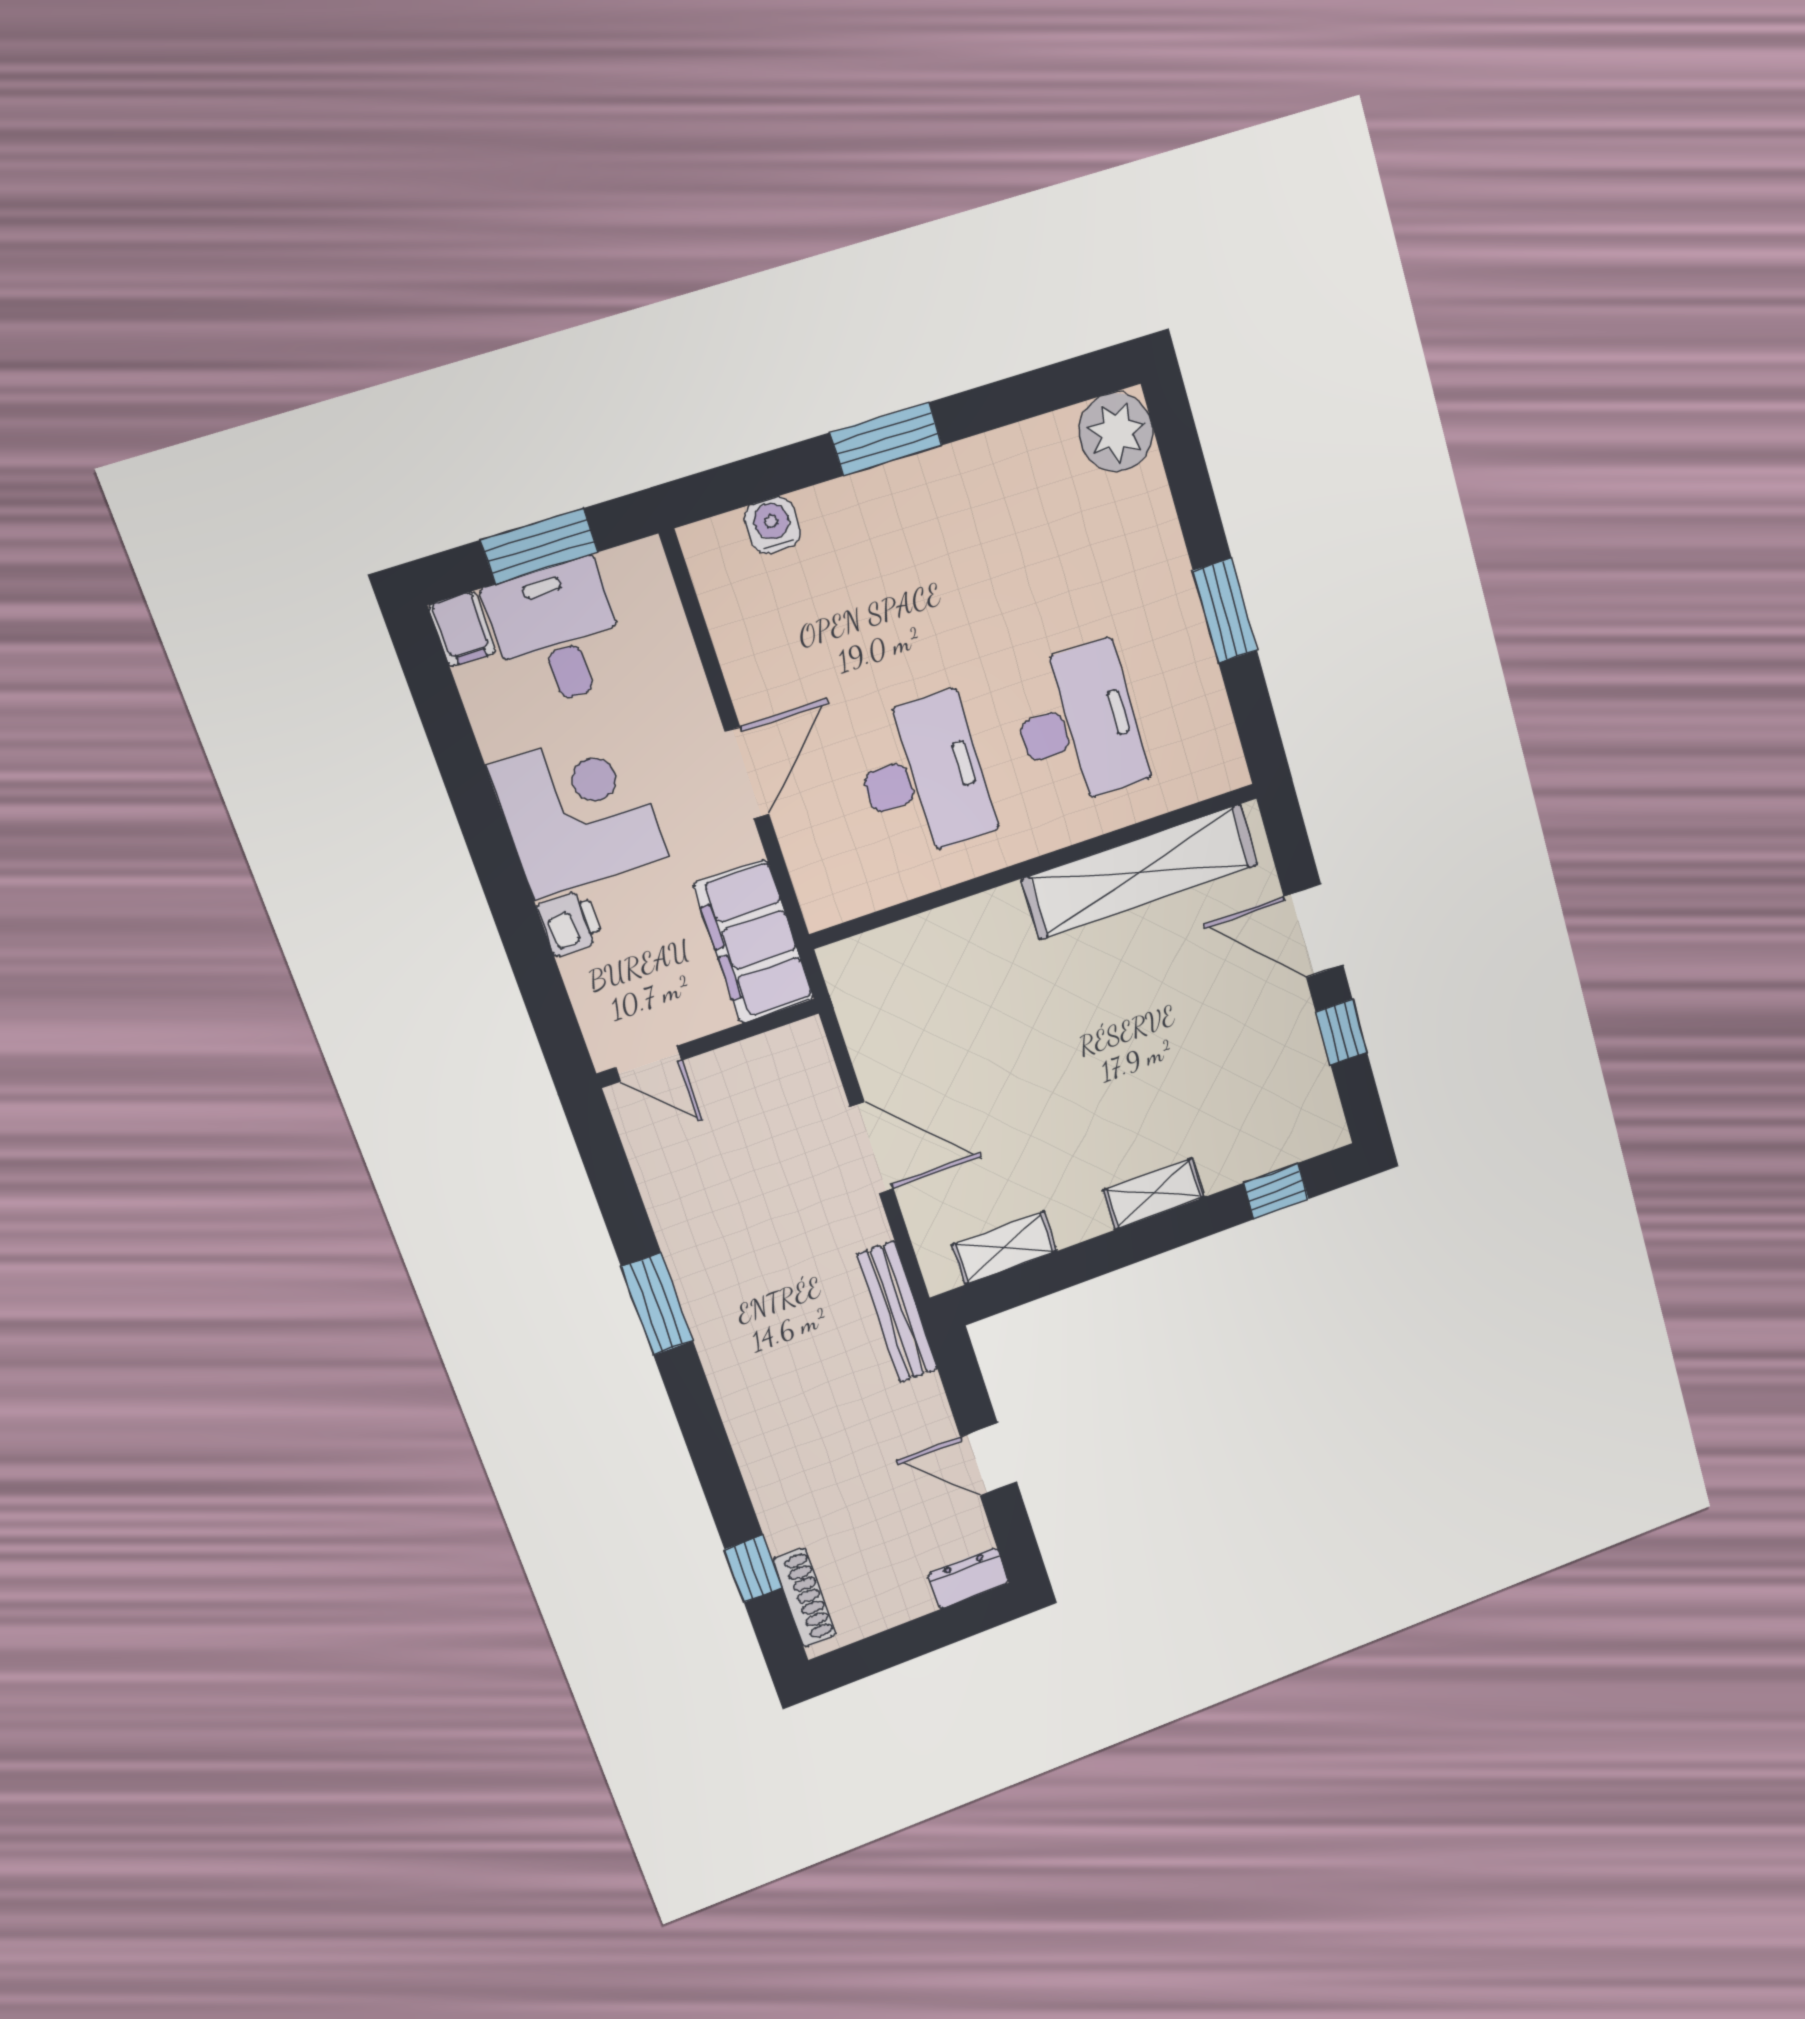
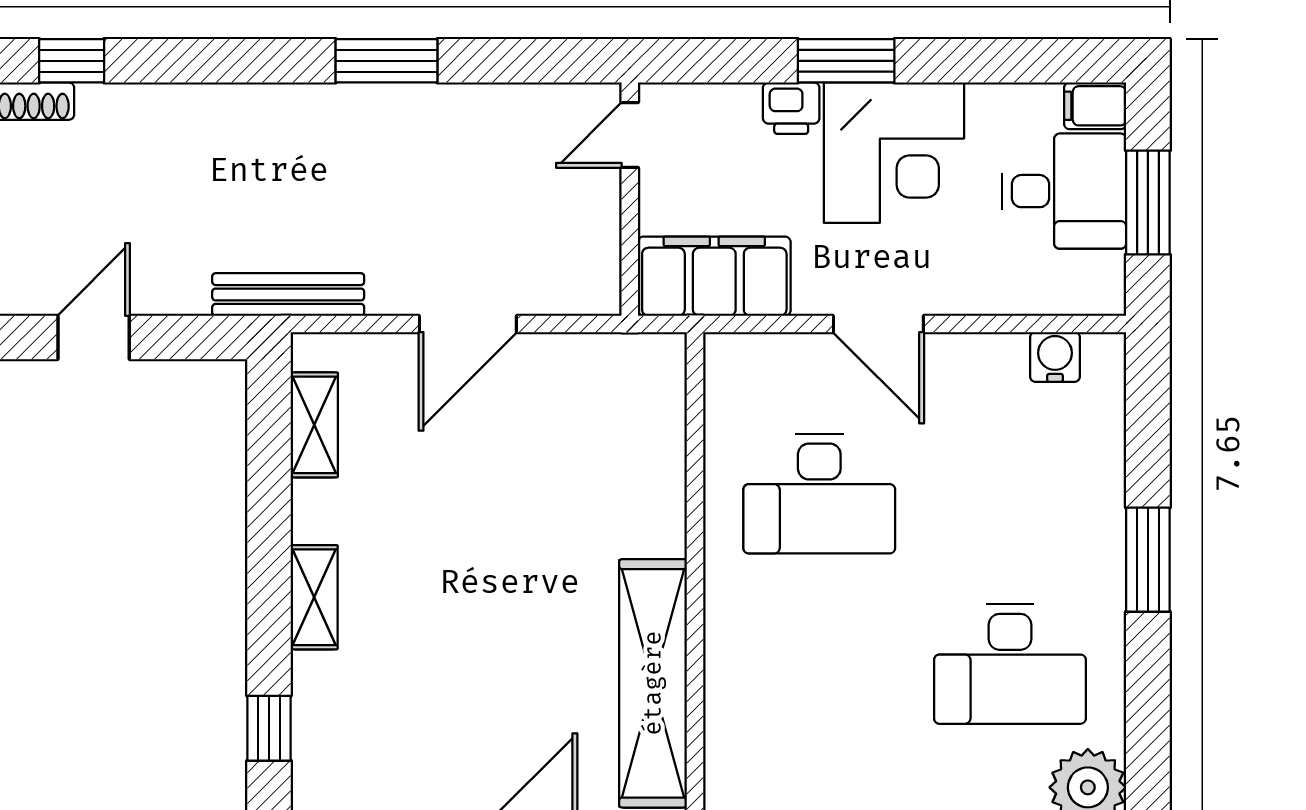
water cooler: (773, 525) -> (1055, 357), moved, turned -90
desk: (1078, 725) -> (1010, 664), moved
window: (505, 886) -> (846, 61), added

